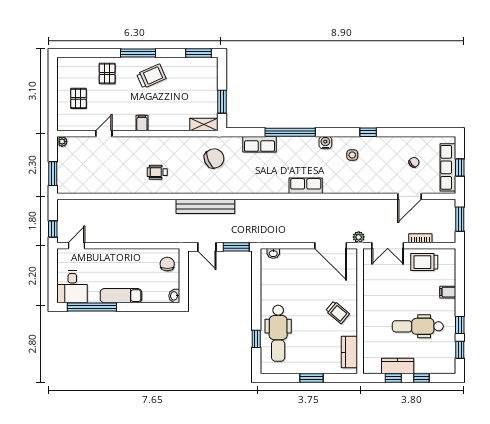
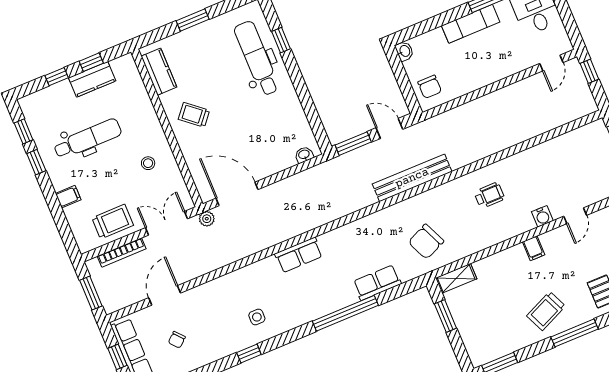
water cooler: (325, 143) -> (542, 216), moved
bookcase: (420, 238) -> (122, 252), width x1.56
stool: (383, 292) -> (148, 163), added

